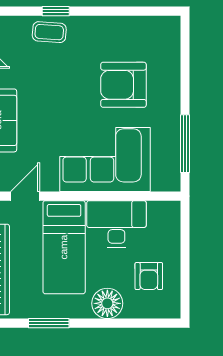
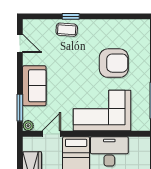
armchair: (123, 85) -> (114, 63), turned 180

